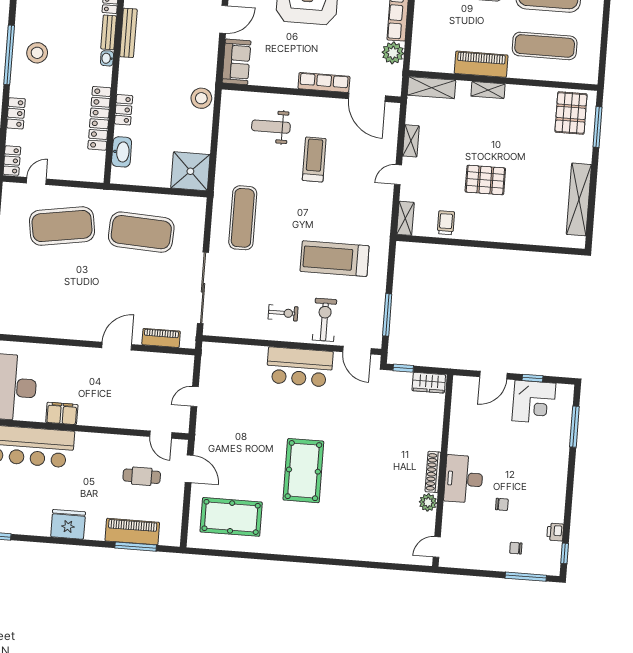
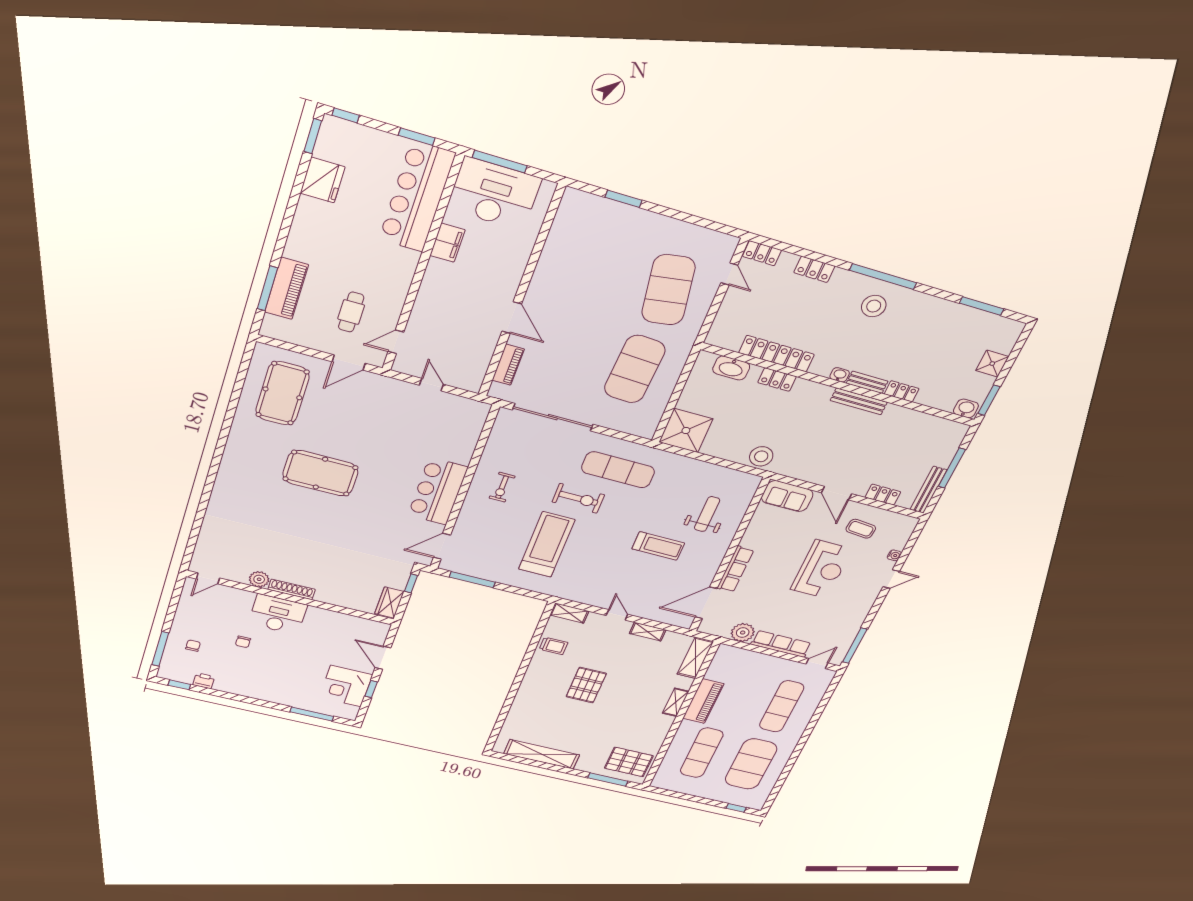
exercise bike: (324, 320) -> (578, 498), moved
fridge: (68, 524) -> (323, 180), moved
door: (437, 547) -> (208, 578), swing flipped

